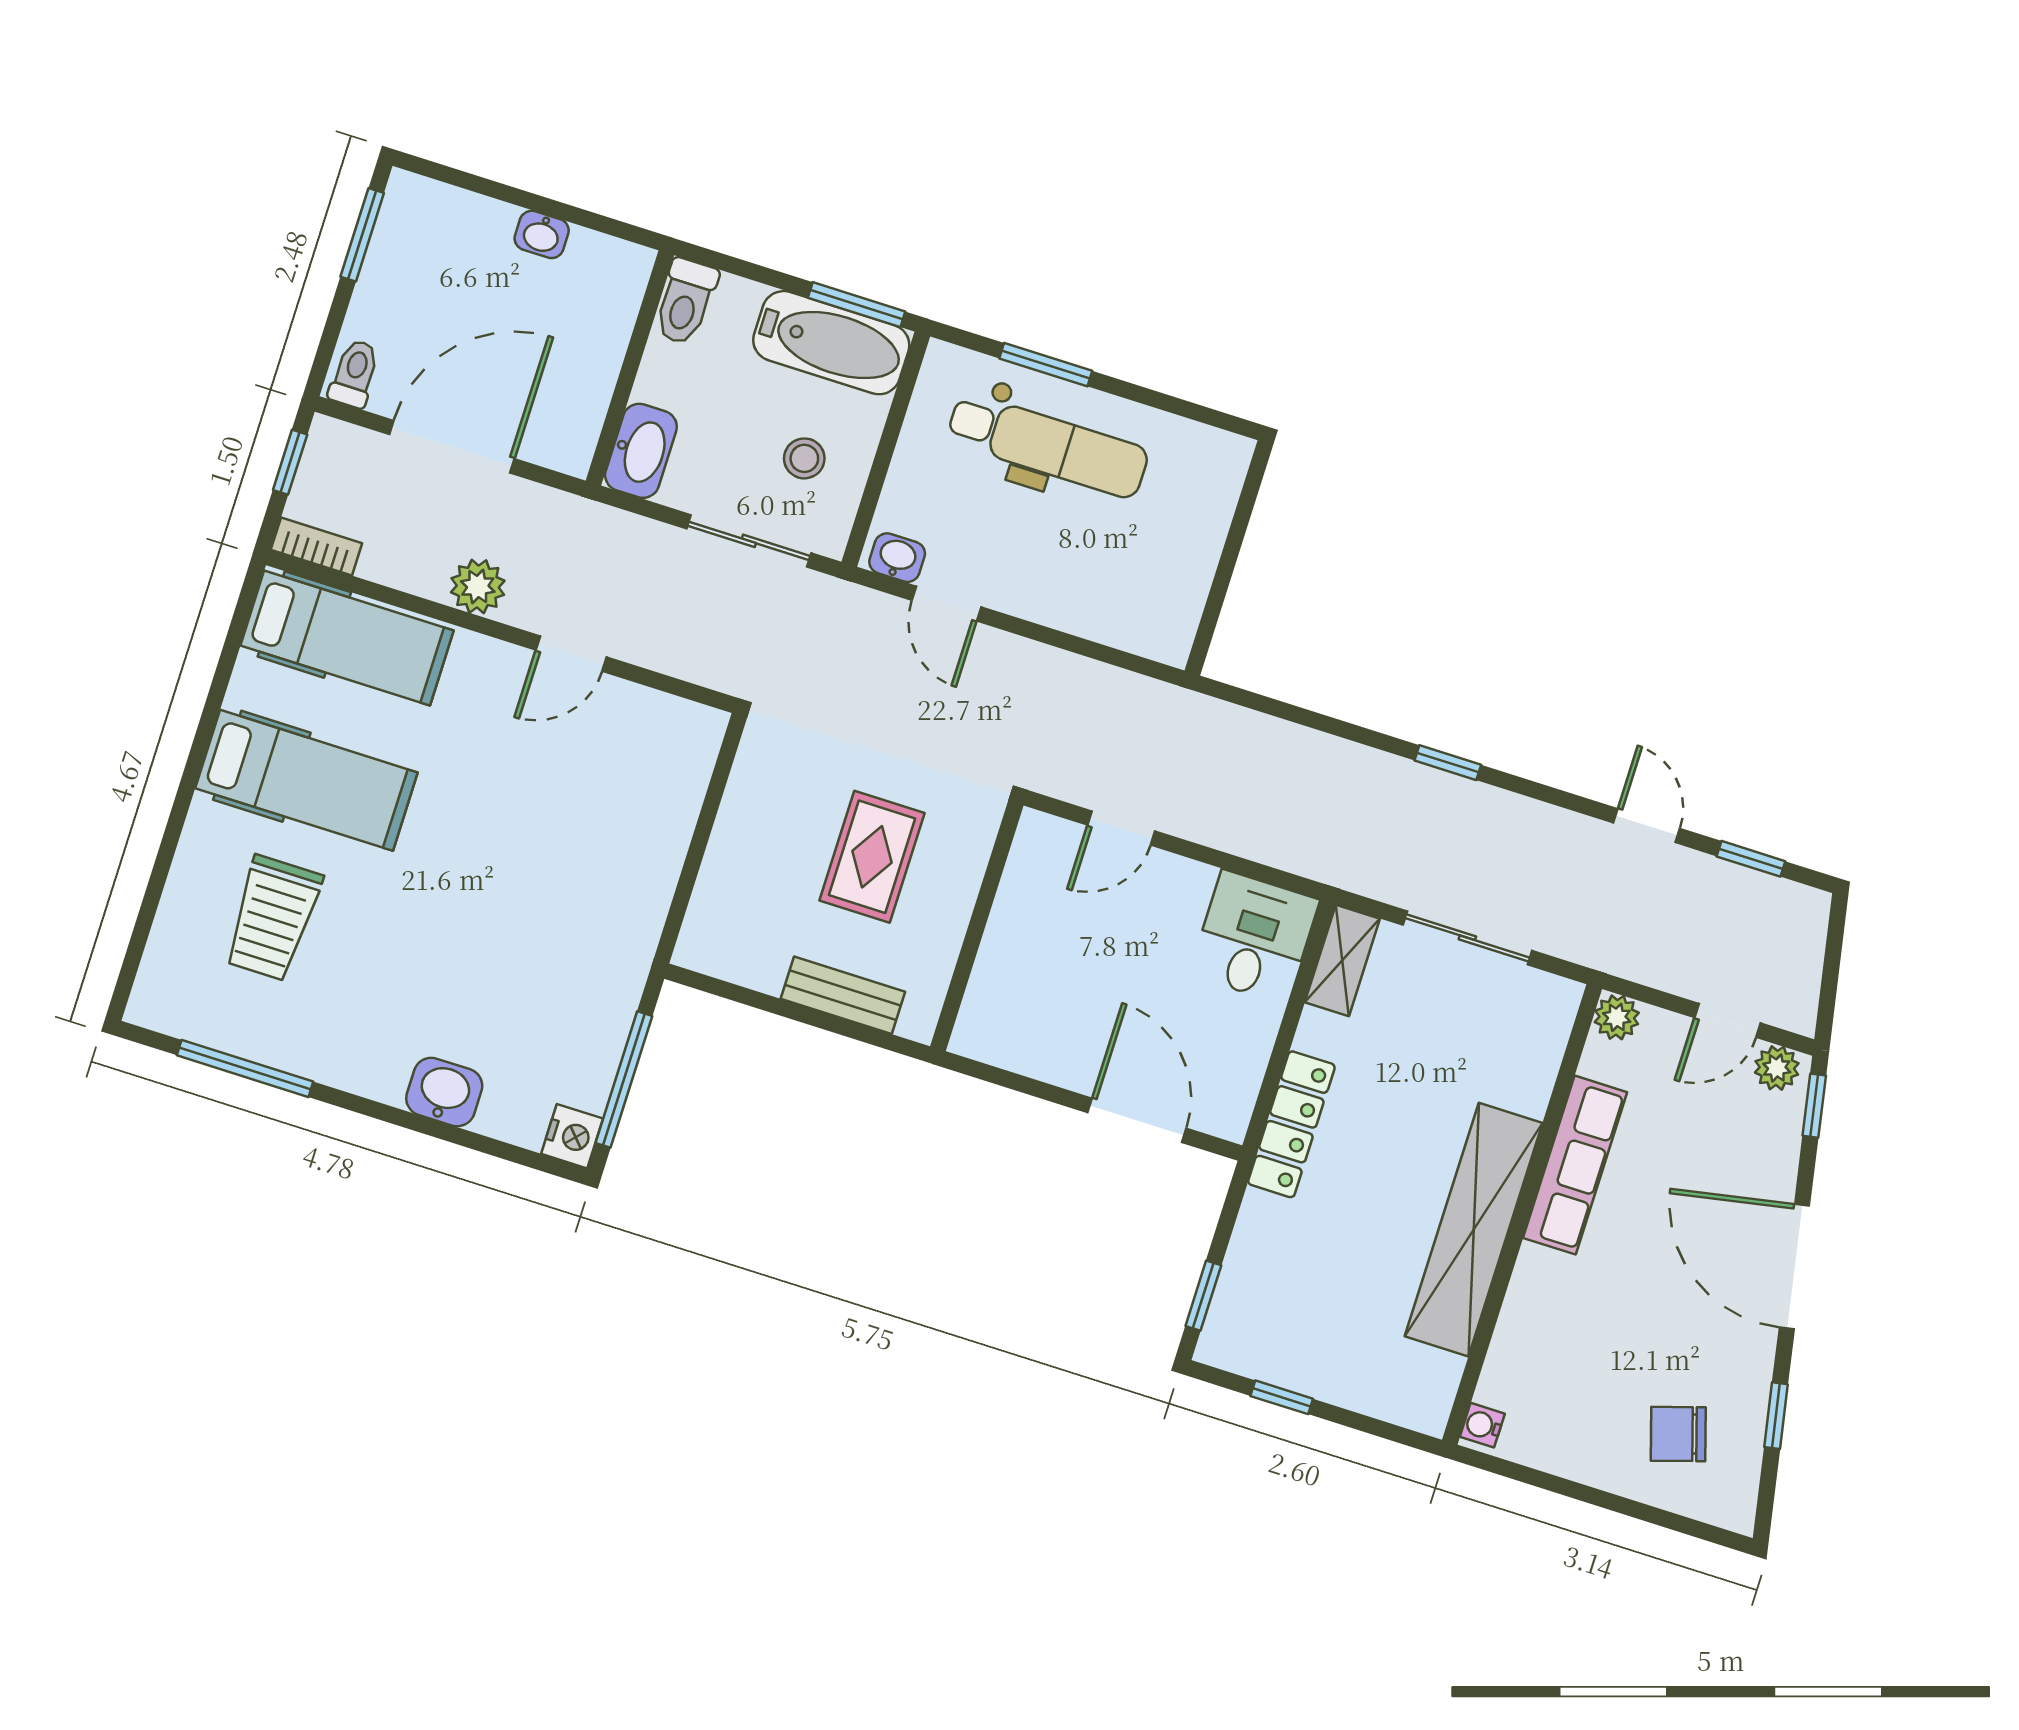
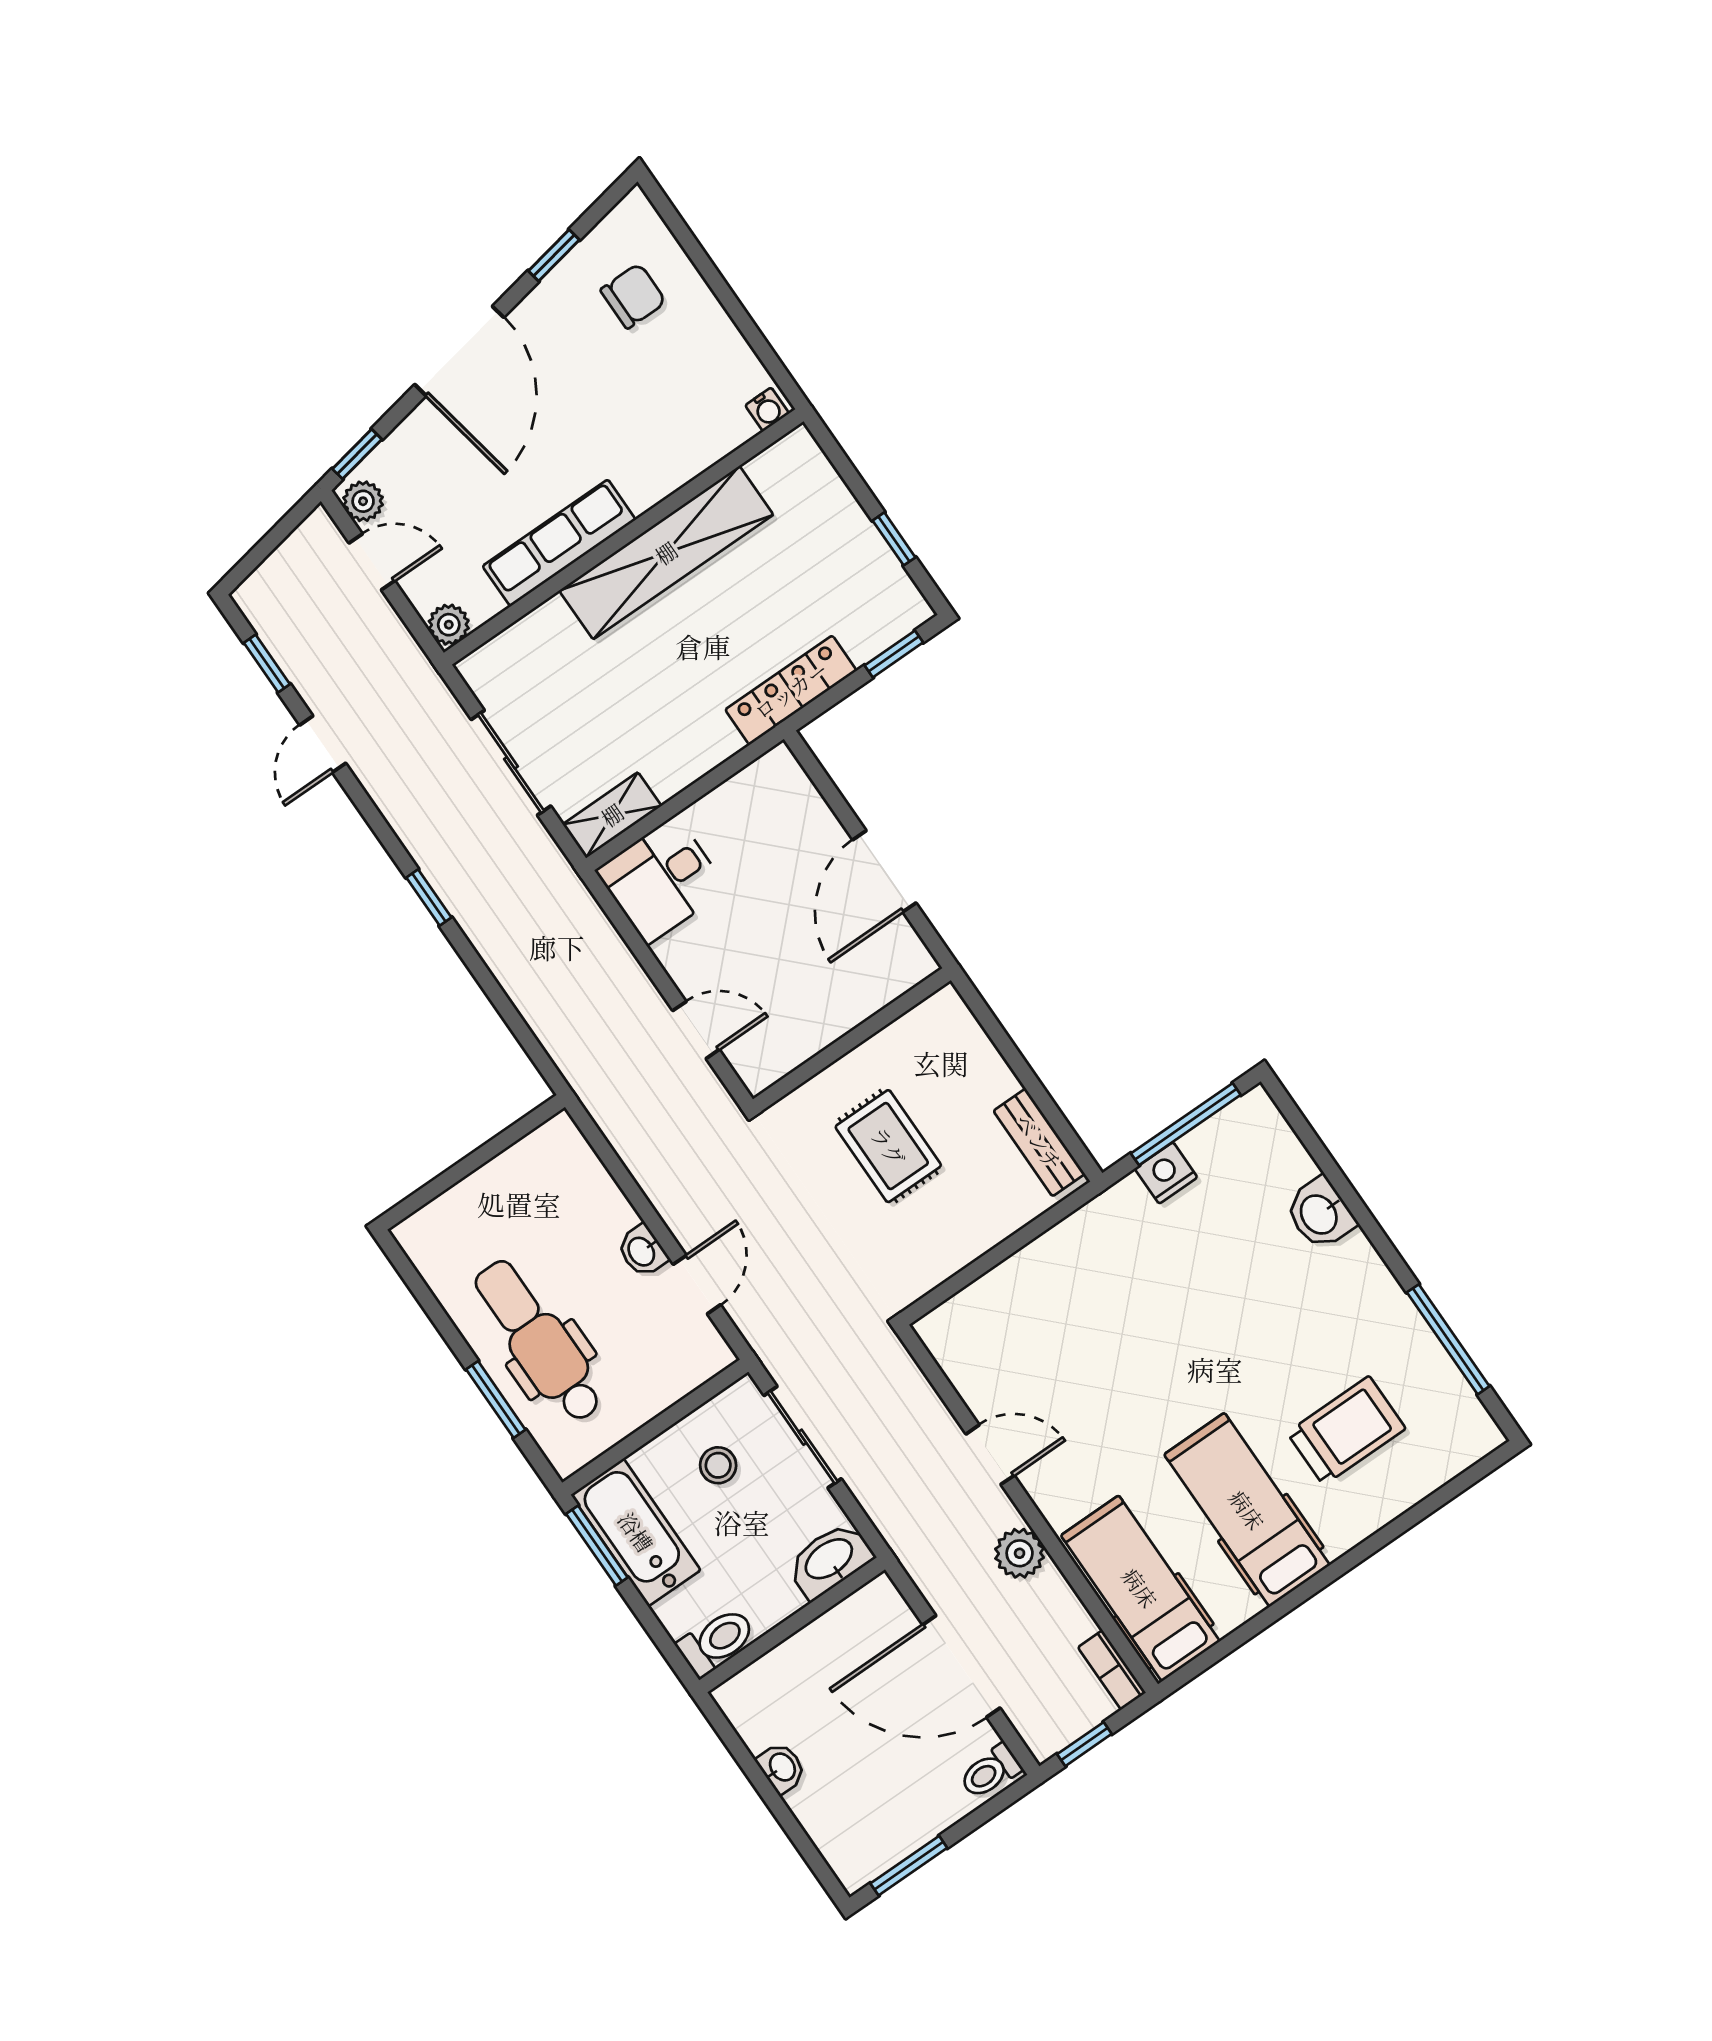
washbasin: (897, 558) -> (642, 1251), moved
rug: (872, 857) -> (888, 1146), turned 90
bench: (843, 995) -> (1039, 1142), moved
door: (1137, 1120) -> (884, 871), moved
locker: (1291, 1124) -> (791, 690), moved
nightstand: (572, 1136) -> (1166, 1173), moved
chair: (1678, 1434) -> (633, 296), turned -73

